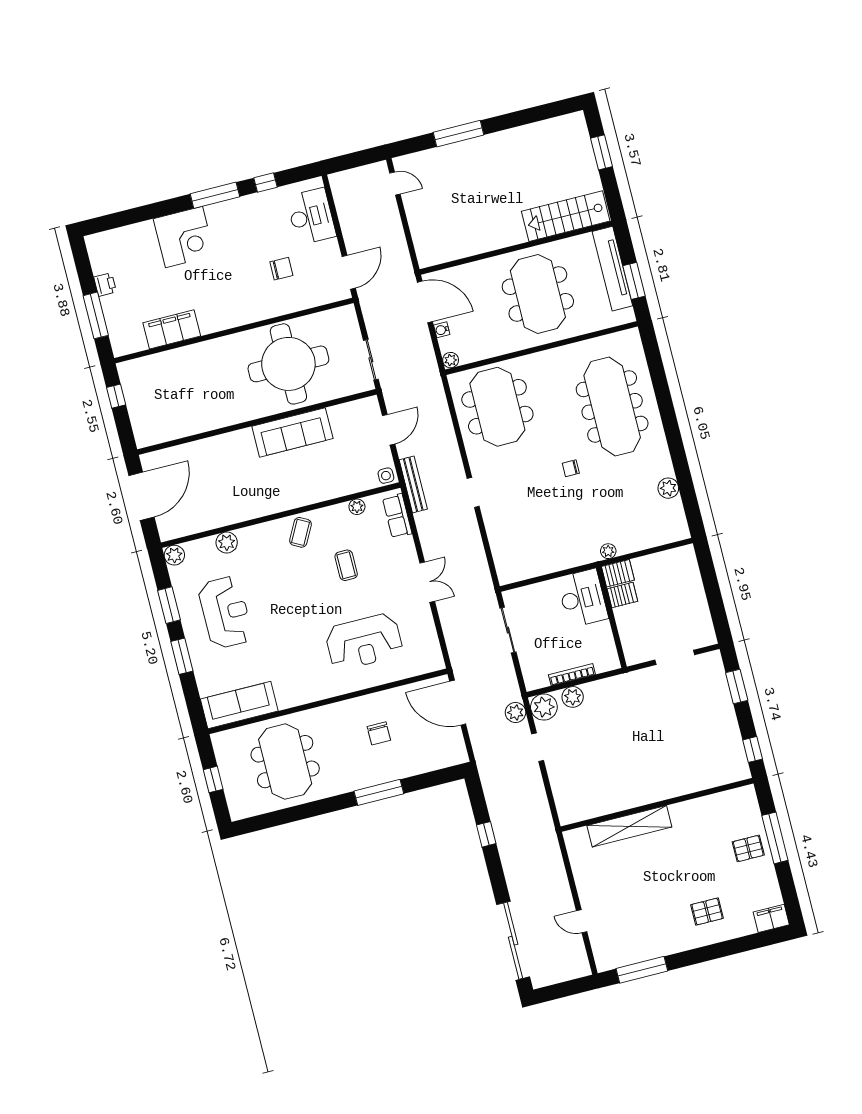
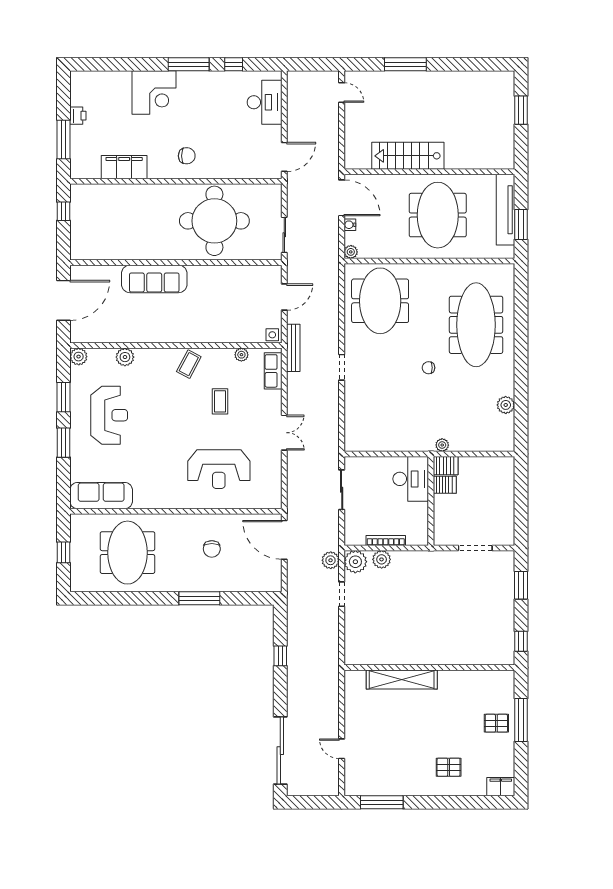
stairs: (566, 216) -> (408, 156), moved
chair: (281, 269) -> (187, 156), moved
sofa: (292, 432) -> (154, 279), moved

